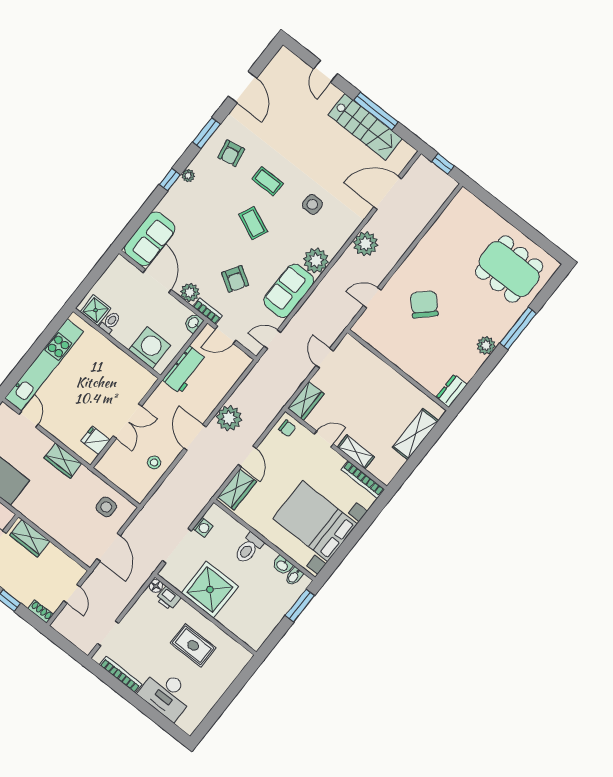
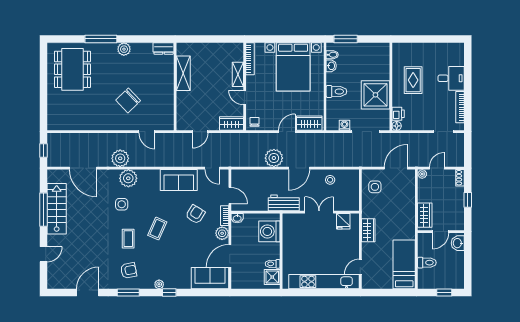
plant: (316, 260) -> (128, 178), moved
workbench: (185, 370) -> (284, 203), moved
shelving: (415, 434) -> (183, 73), moved, turned 90
plant: (79, 572) -> (422, 174), added
desk: (166, 694) -> (451, 78), width x0.73

